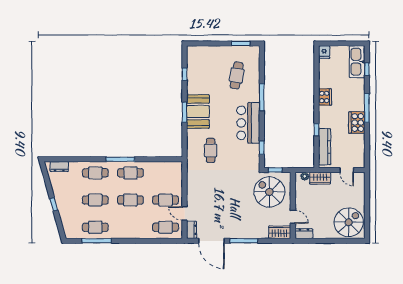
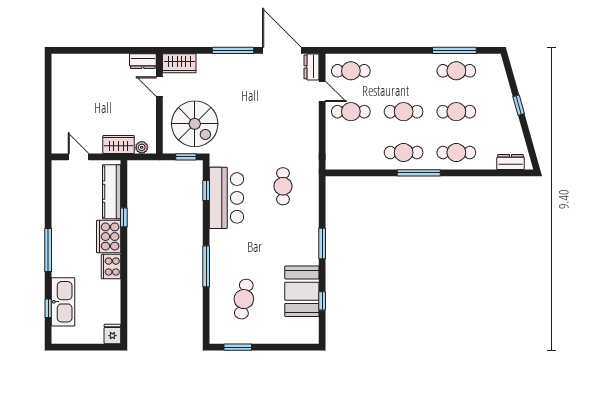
kitchen sink: (357, 62) -> (63, 302), moved
booth: (198, 112) -> (302, 291), moved
bar counter: (248, 123) -> (226, 198), moved
cooker: (357, 123) -> (109, 237), moved, turned 180
spiral stairs: (349, 222) -> (75, 78), removed

